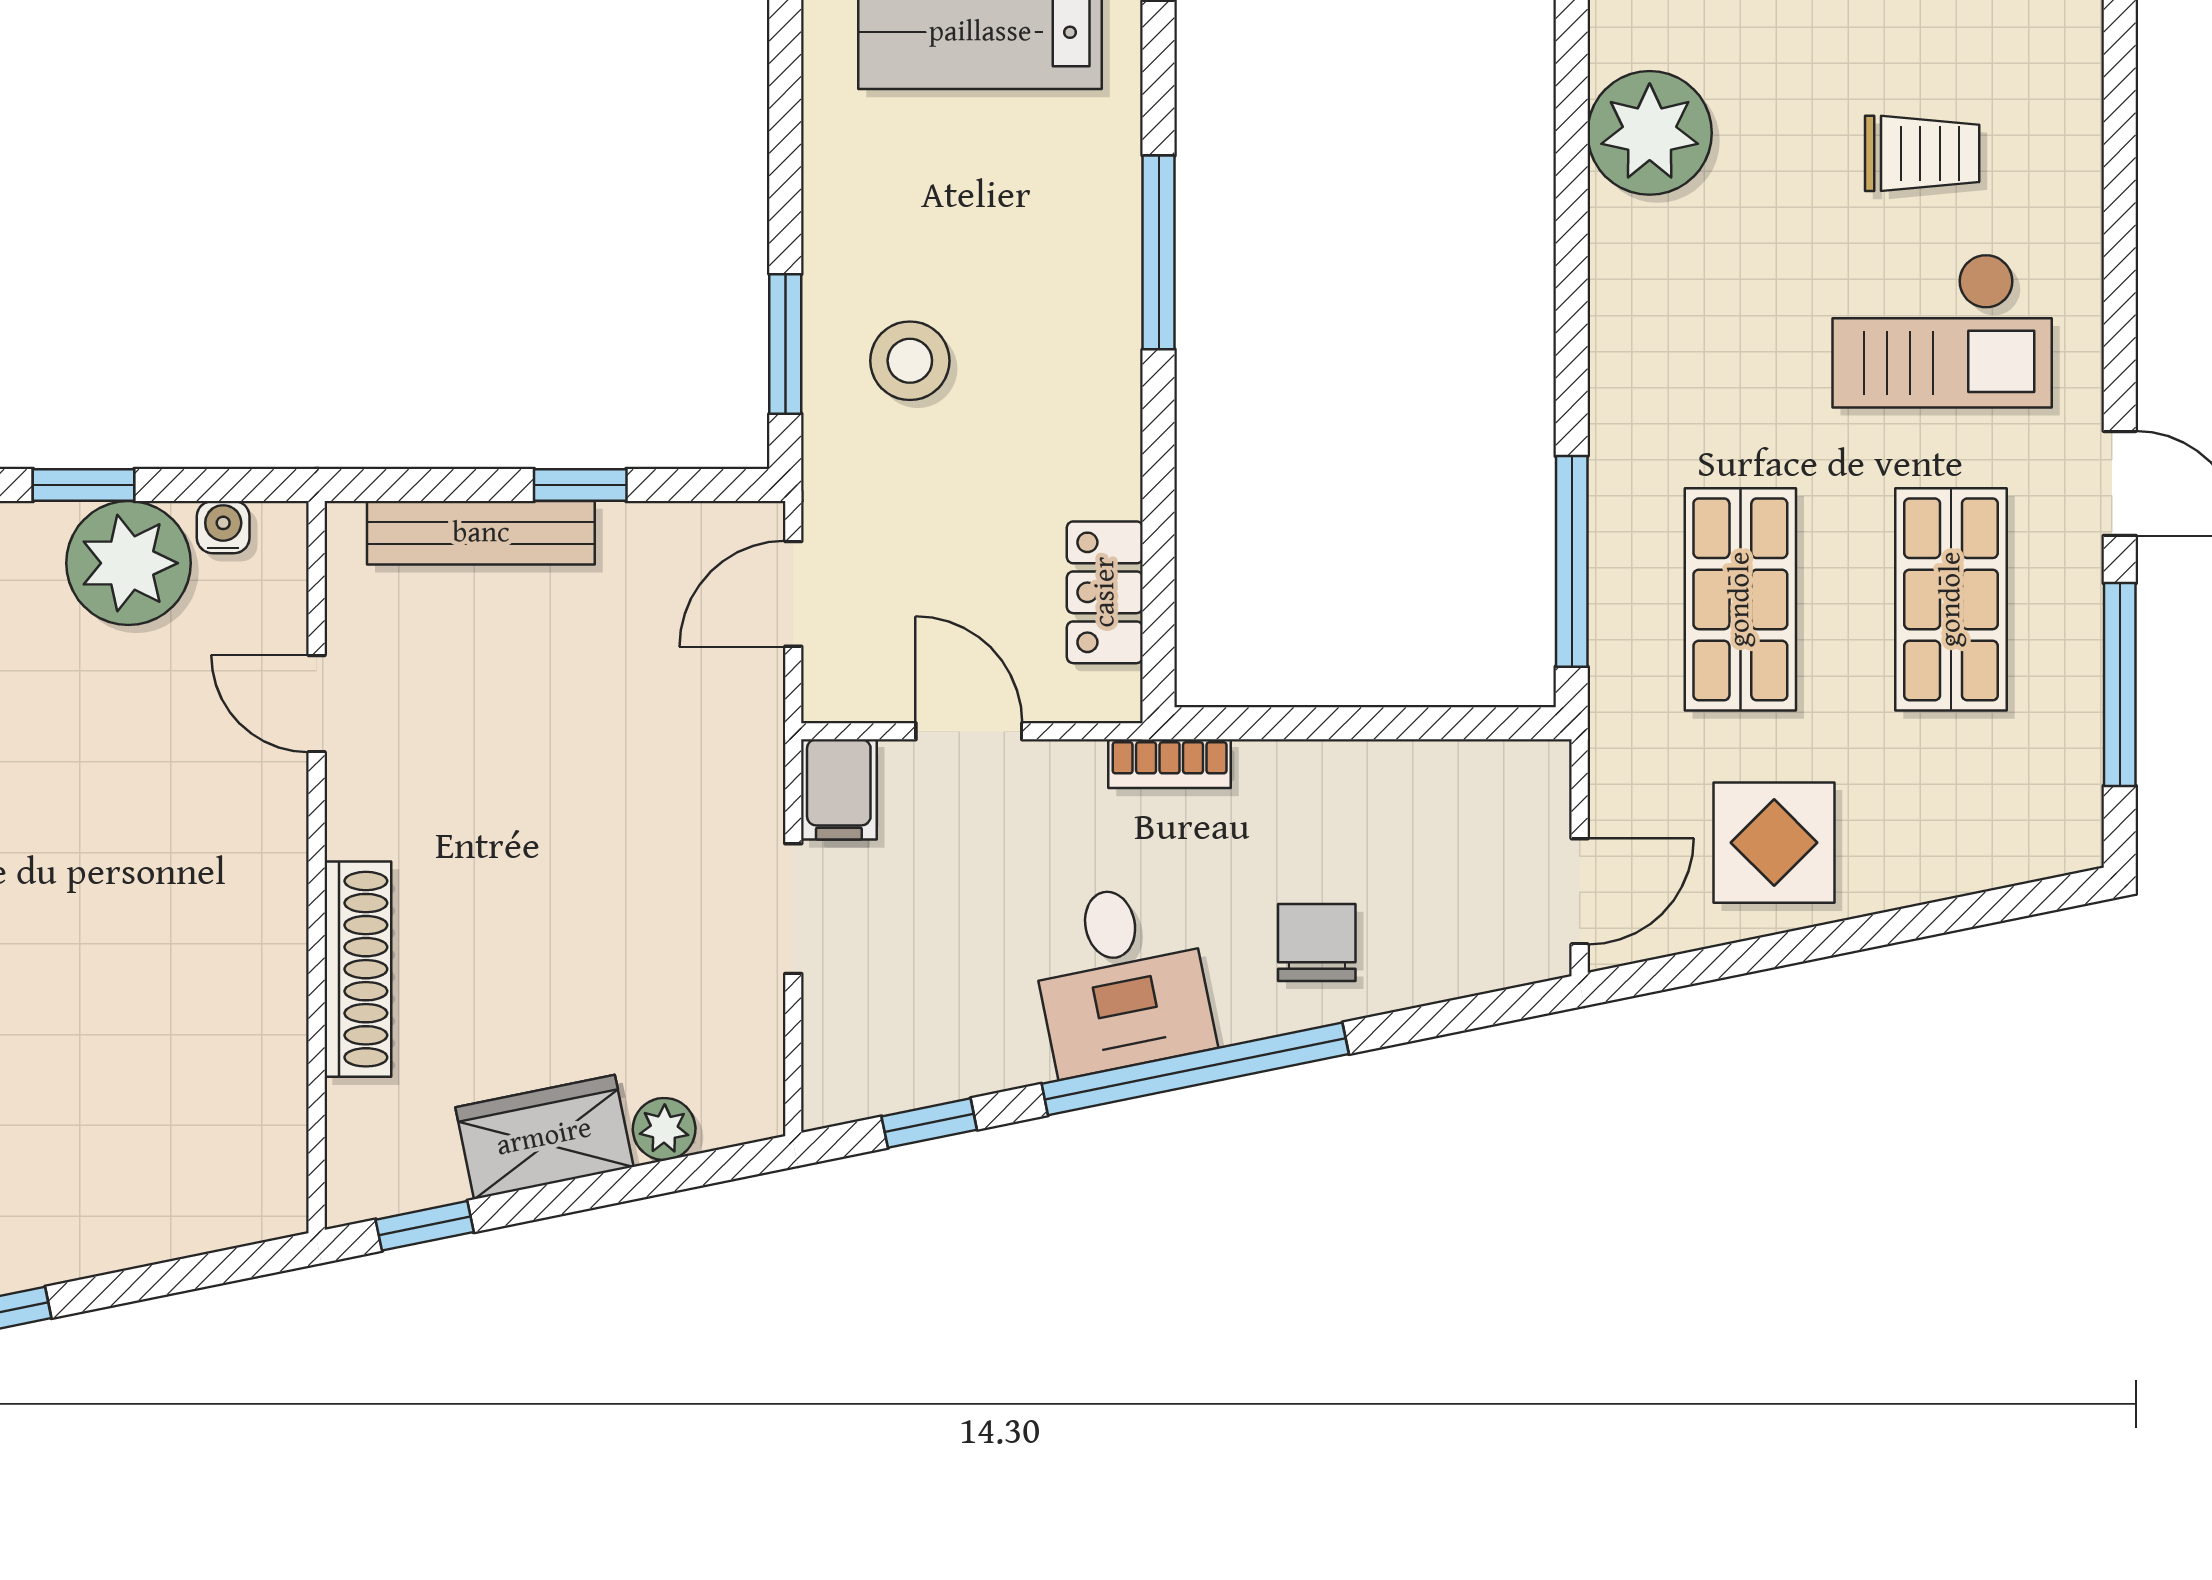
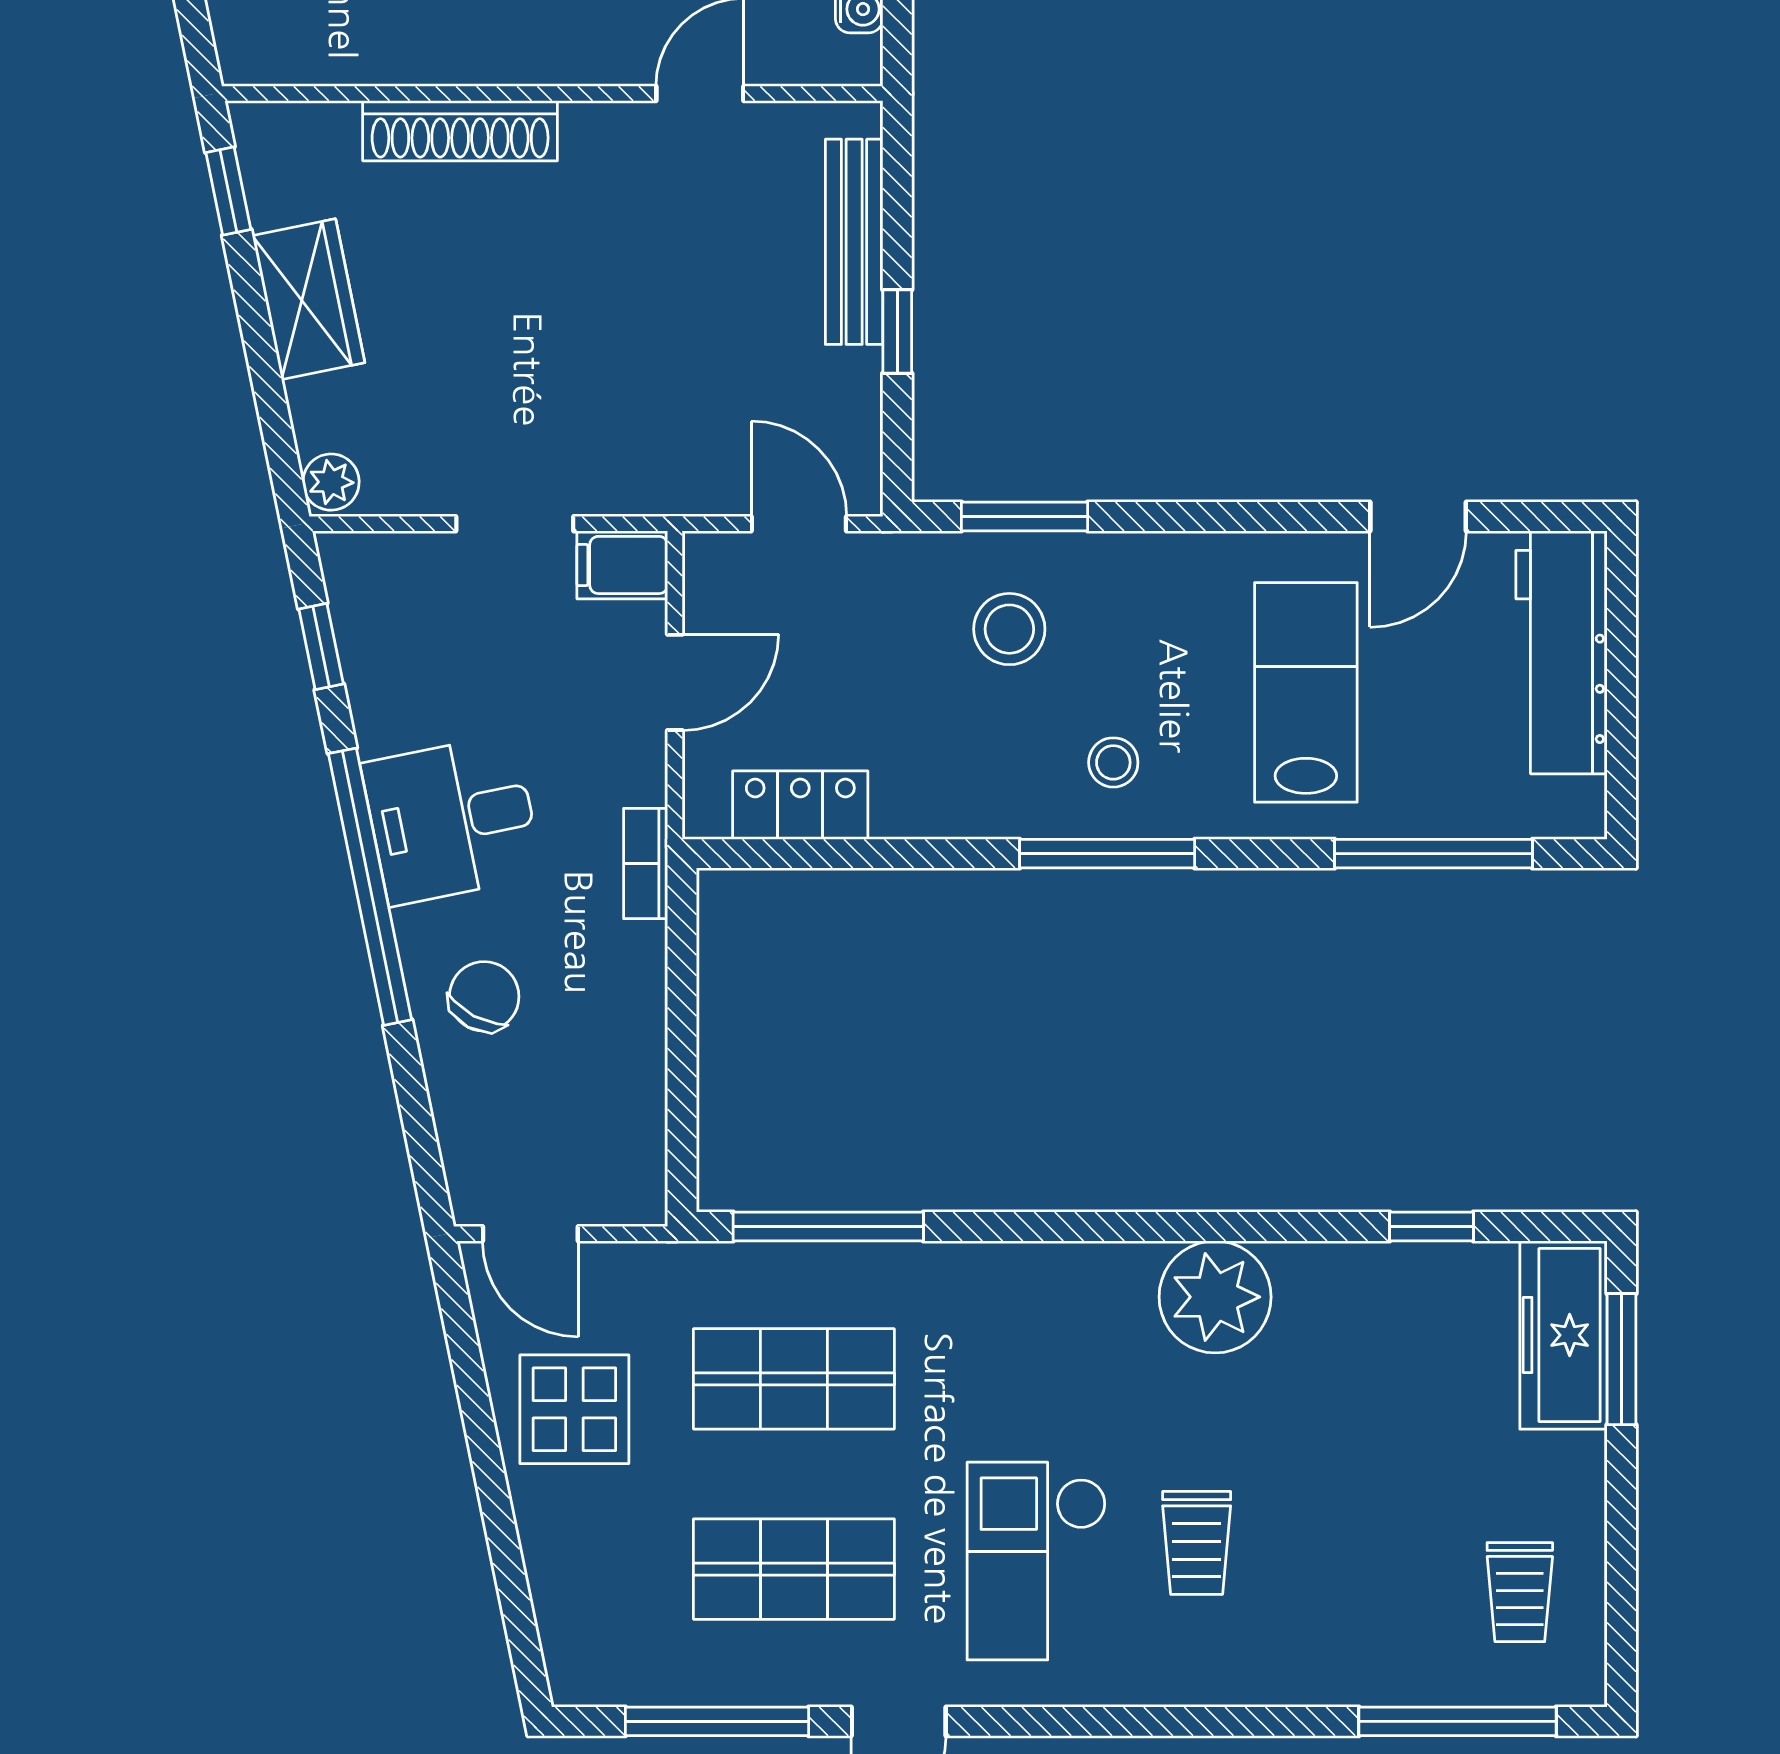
stool: (1058, 246) -> (1113, 762), added
chair: (1317, 942) -> (484, 996), turned -62
plant: (664, 1129) -> (331, 482), moved

